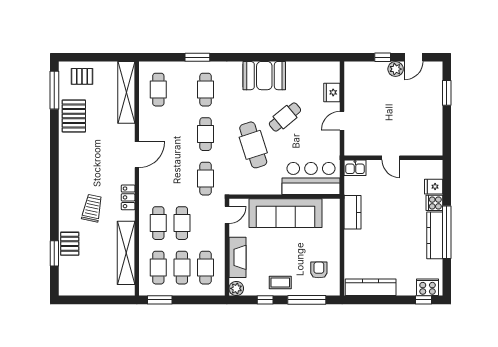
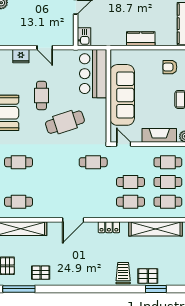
pallet: (74, 116) -> (41, 273), width x0.67, depth x0.71
cafe table: (285, 117) -> (42, 95), turned 40
cafe table: (206, 134) -> (56, 162), removed
door: (137, 155) -> (73, 220), swing flipped
trolley: (92, 208) -> (123, 273), moved, turned 78
kitchen counter: (353, 212) -> (141, 39), moved

